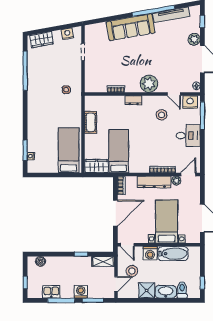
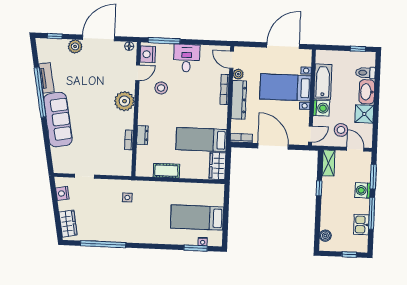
tv unit: (171, 15) -> (46, 78), width x0.71
dresser: (134, 100) -> (142, 135), moved
bed: (69, 150) -> (197, 217), moved

